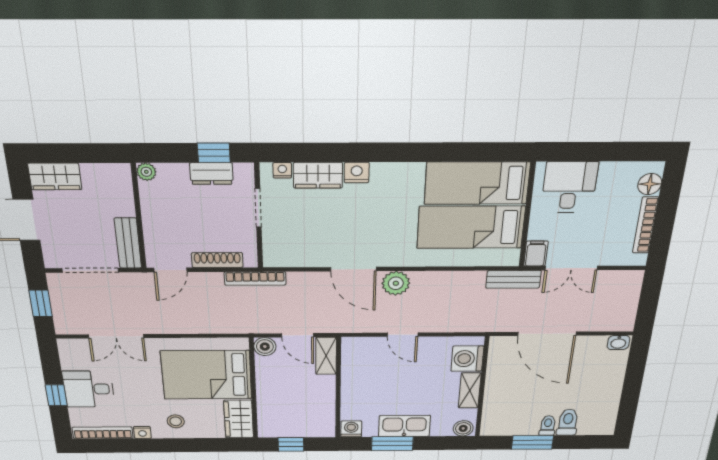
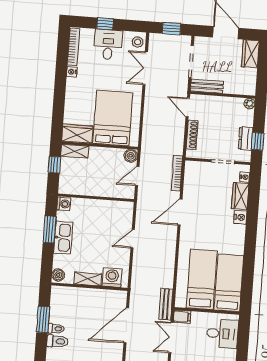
bookcase: (255, 278) -> (177, 173), moved
plant: (396, 283) -> (169, 236), removed
shelving: (326, 356) -> (75, 151), moved
stool: (176, 421) -> (138, 42), moved

